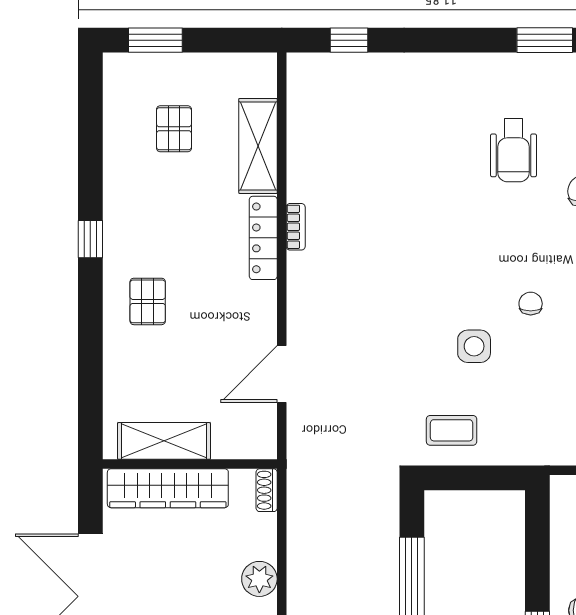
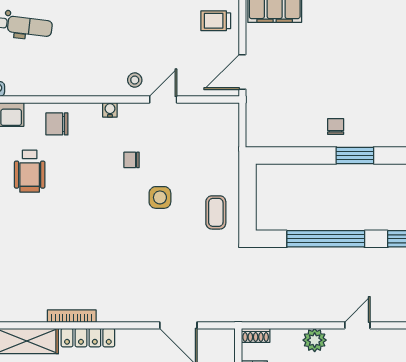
wheelchair: (514, 150) -> (30, 171), turned 90
bookcase: (296, 227) -> (72, 316), width x1.56

